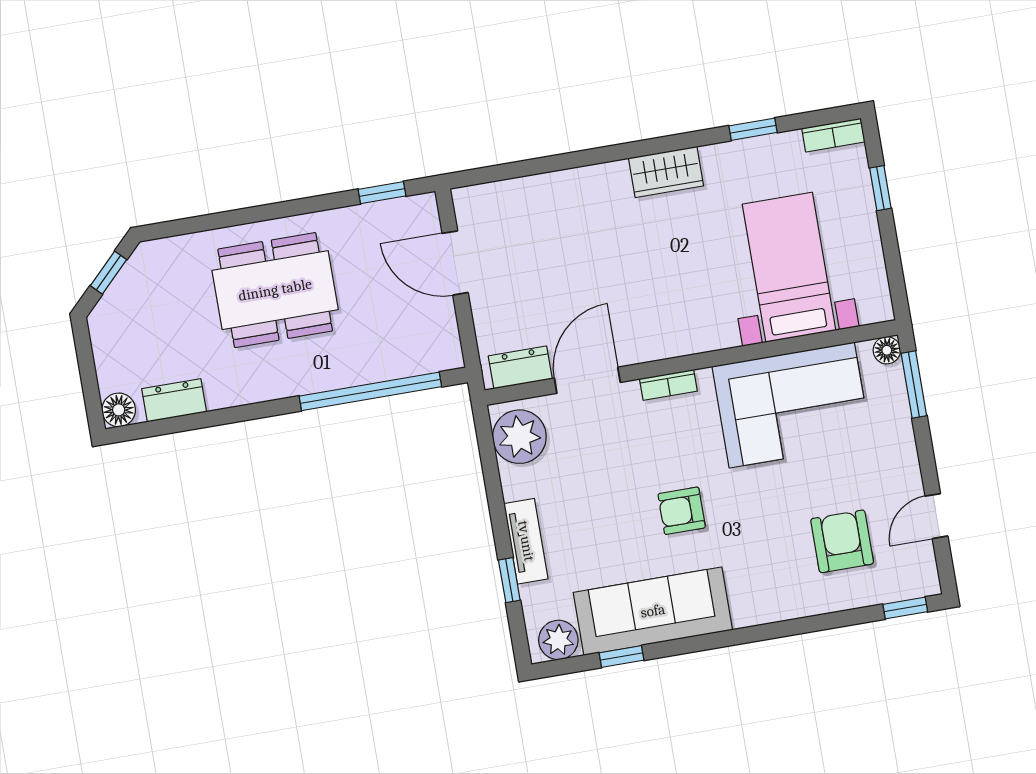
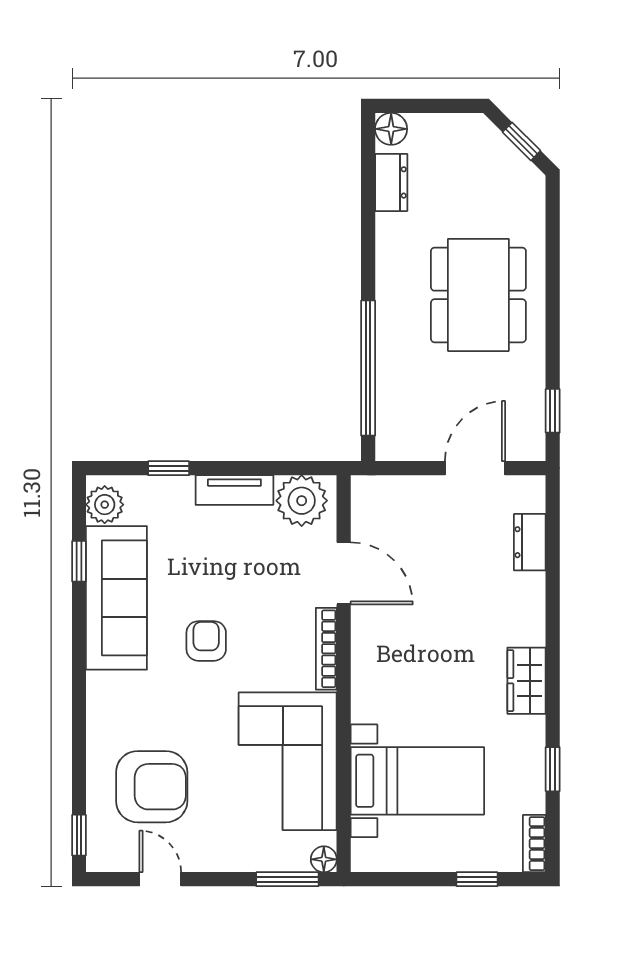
dresser: (520, 367) -> (530, 542), moved, turned 180
bookcase: (668, 385) -> (326, 649), width x1.56
tv unit: (526, 541) -> (234, 490), moved
armchair: (842, 541) -> (152, 787), width x1.36, depth x1.36

